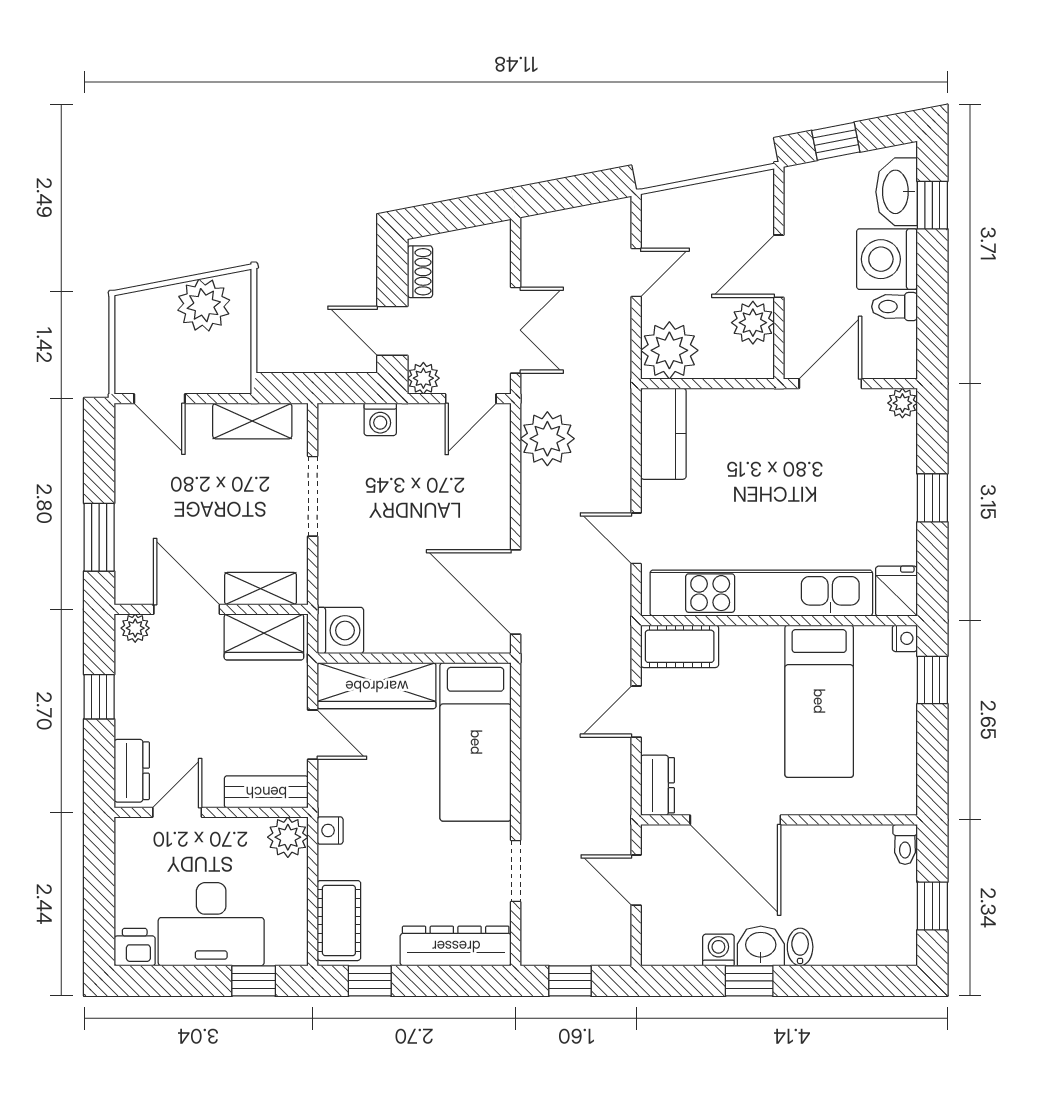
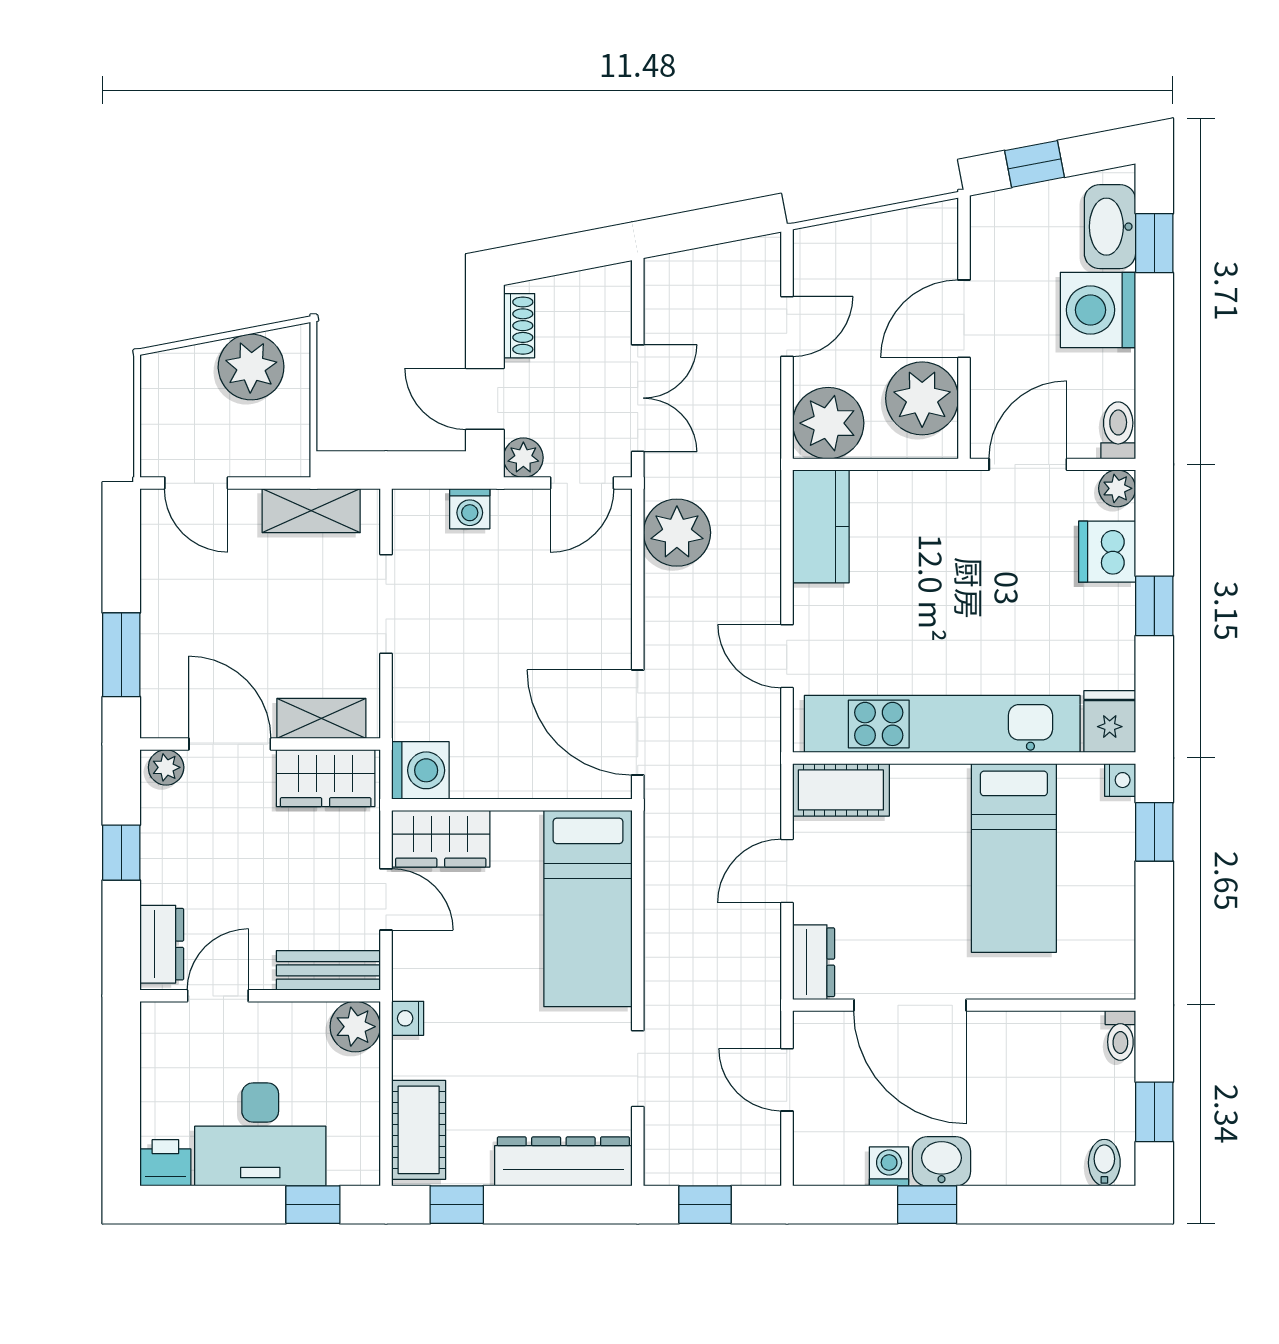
toilet: (894, 307) -> (1118, 430), moved, turned 90
plant: (753, 323) -> (922, 398), width x1.36, depth x1.36
dishwasher: (894, 454) -> (1107, 552), added
wardrobe: (377, 686) -> (441, 839), width x0.67
bidet: (800, 947) -> (1104, 1163), moved

